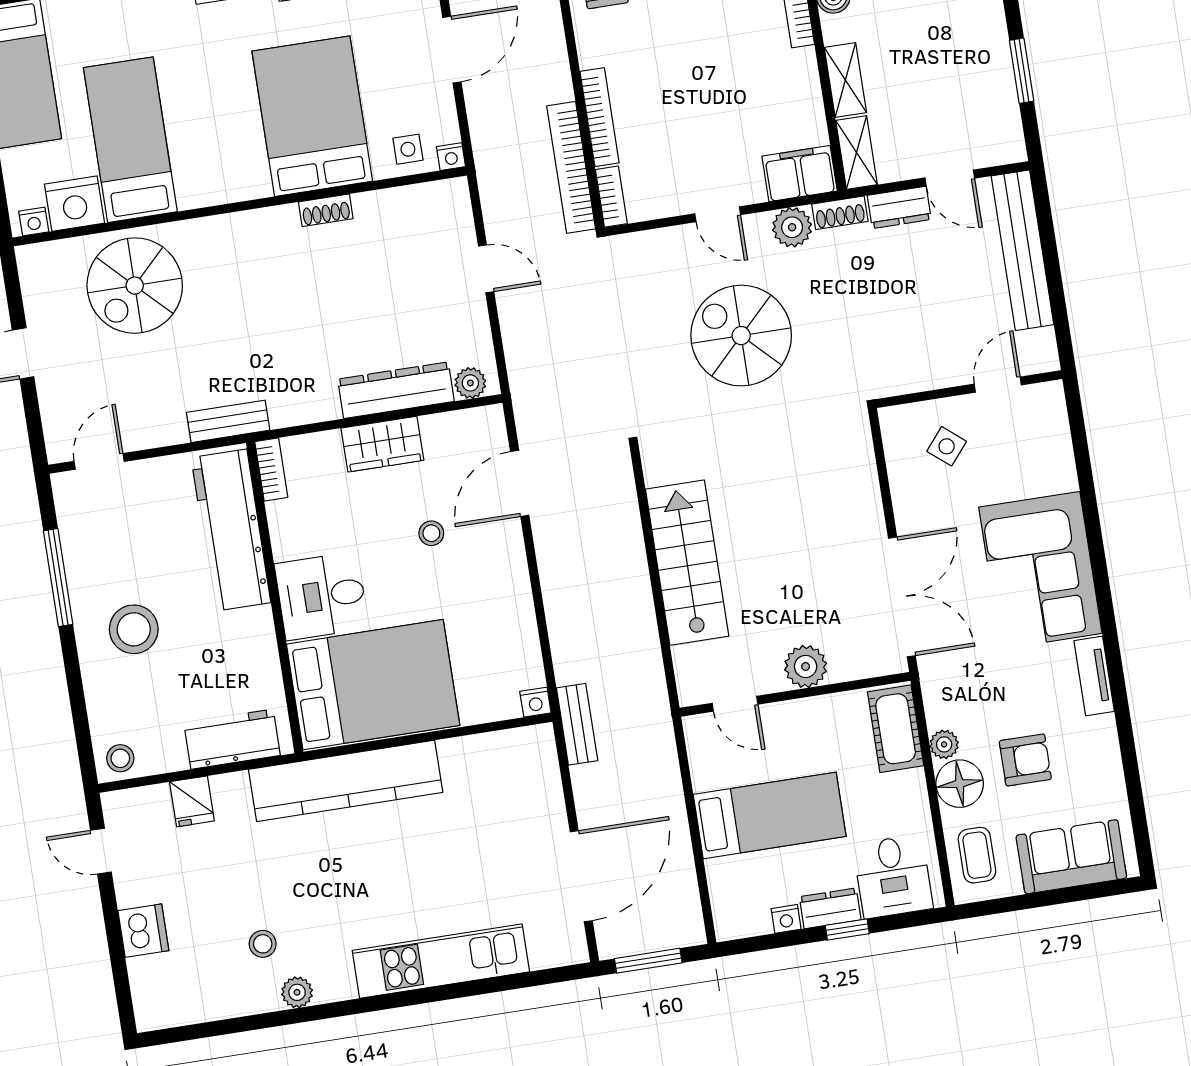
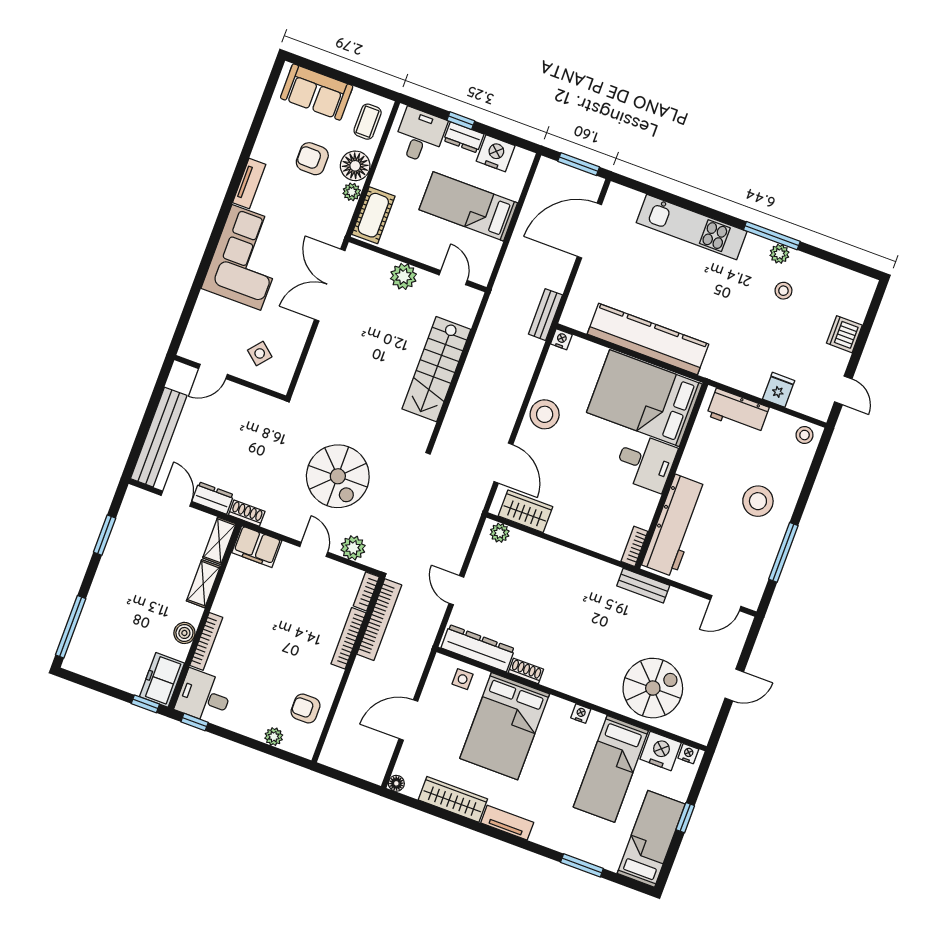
nightstand: (451, 157) -> (581, 714), moved
plant: (792, 227) -> (353, 548), moved
dresser: (396, 390) -> (478, 648), moved, turned 180
wardrobe: (382, 444) -> (526, 511), moved
door: (520, 483) -> (503, 463), hinge flipped
stool: (431, 533) -> (545, 414), moved, width x1.89, depth x1.89
kitchen counter: (346, 781) -> (648, 339), moved
nightstand: (786, 919) -> (496, 153), width x1.89, depth x1.79
window: (322, 1012) -> (772, 236), added

